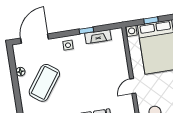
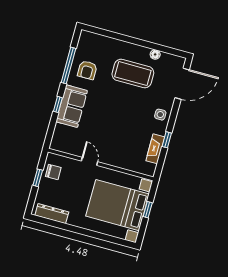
door: (35, 39) -> (182, 84), hinge flipped
coffee table: (44, 83) -> (133, 74), turned -36

